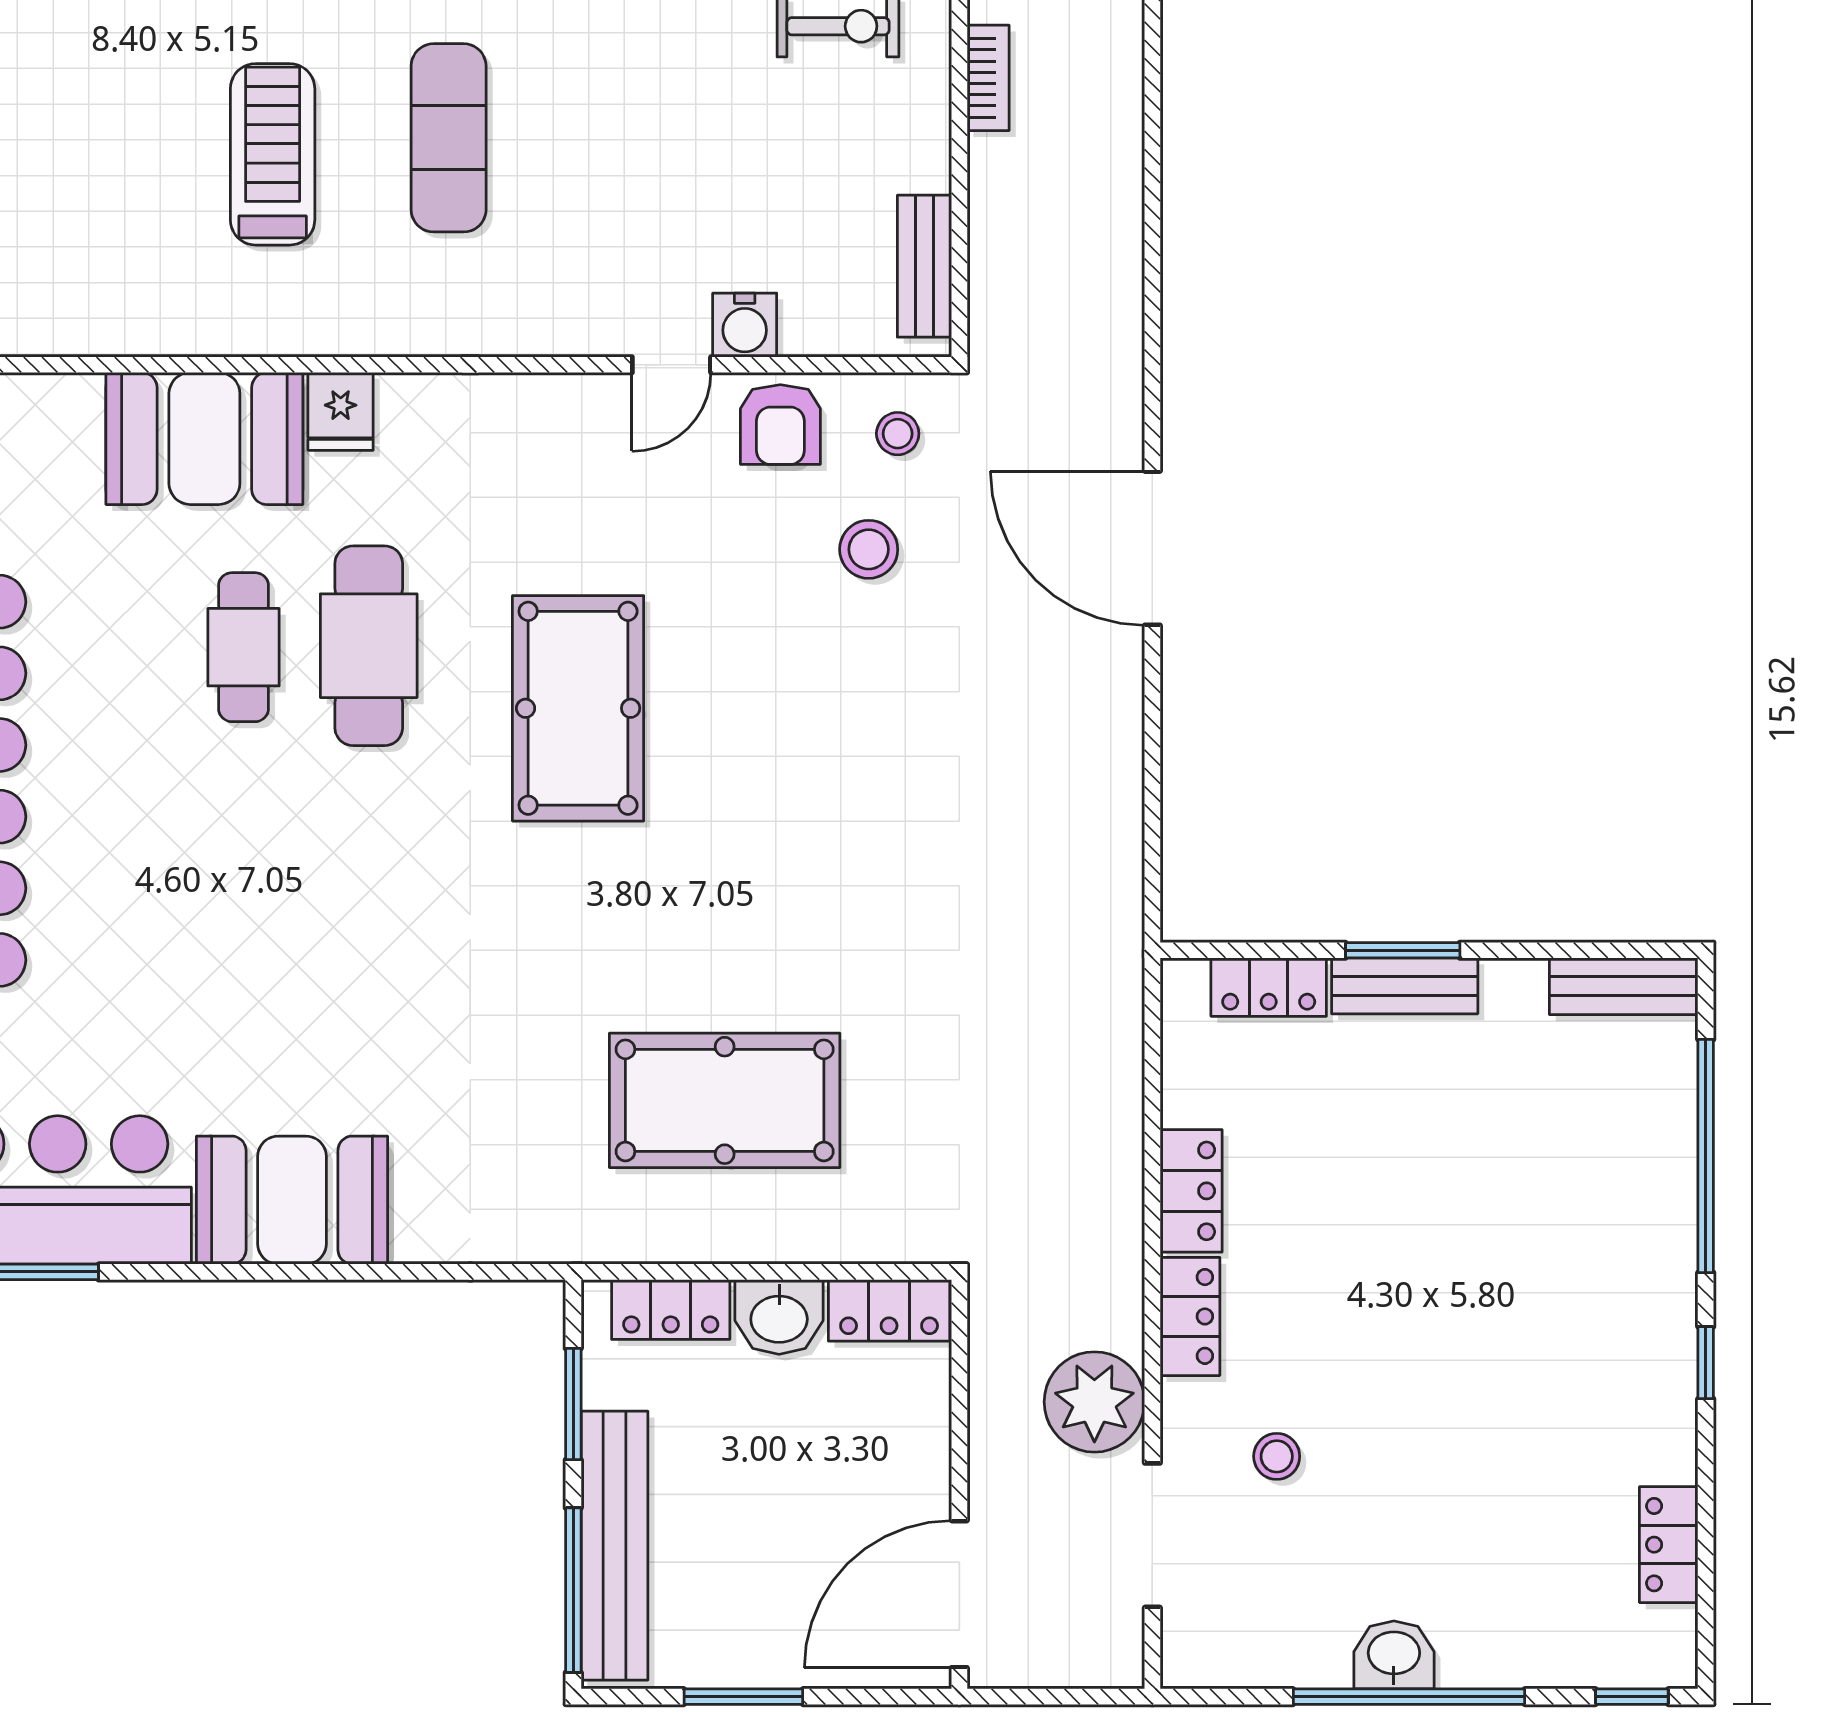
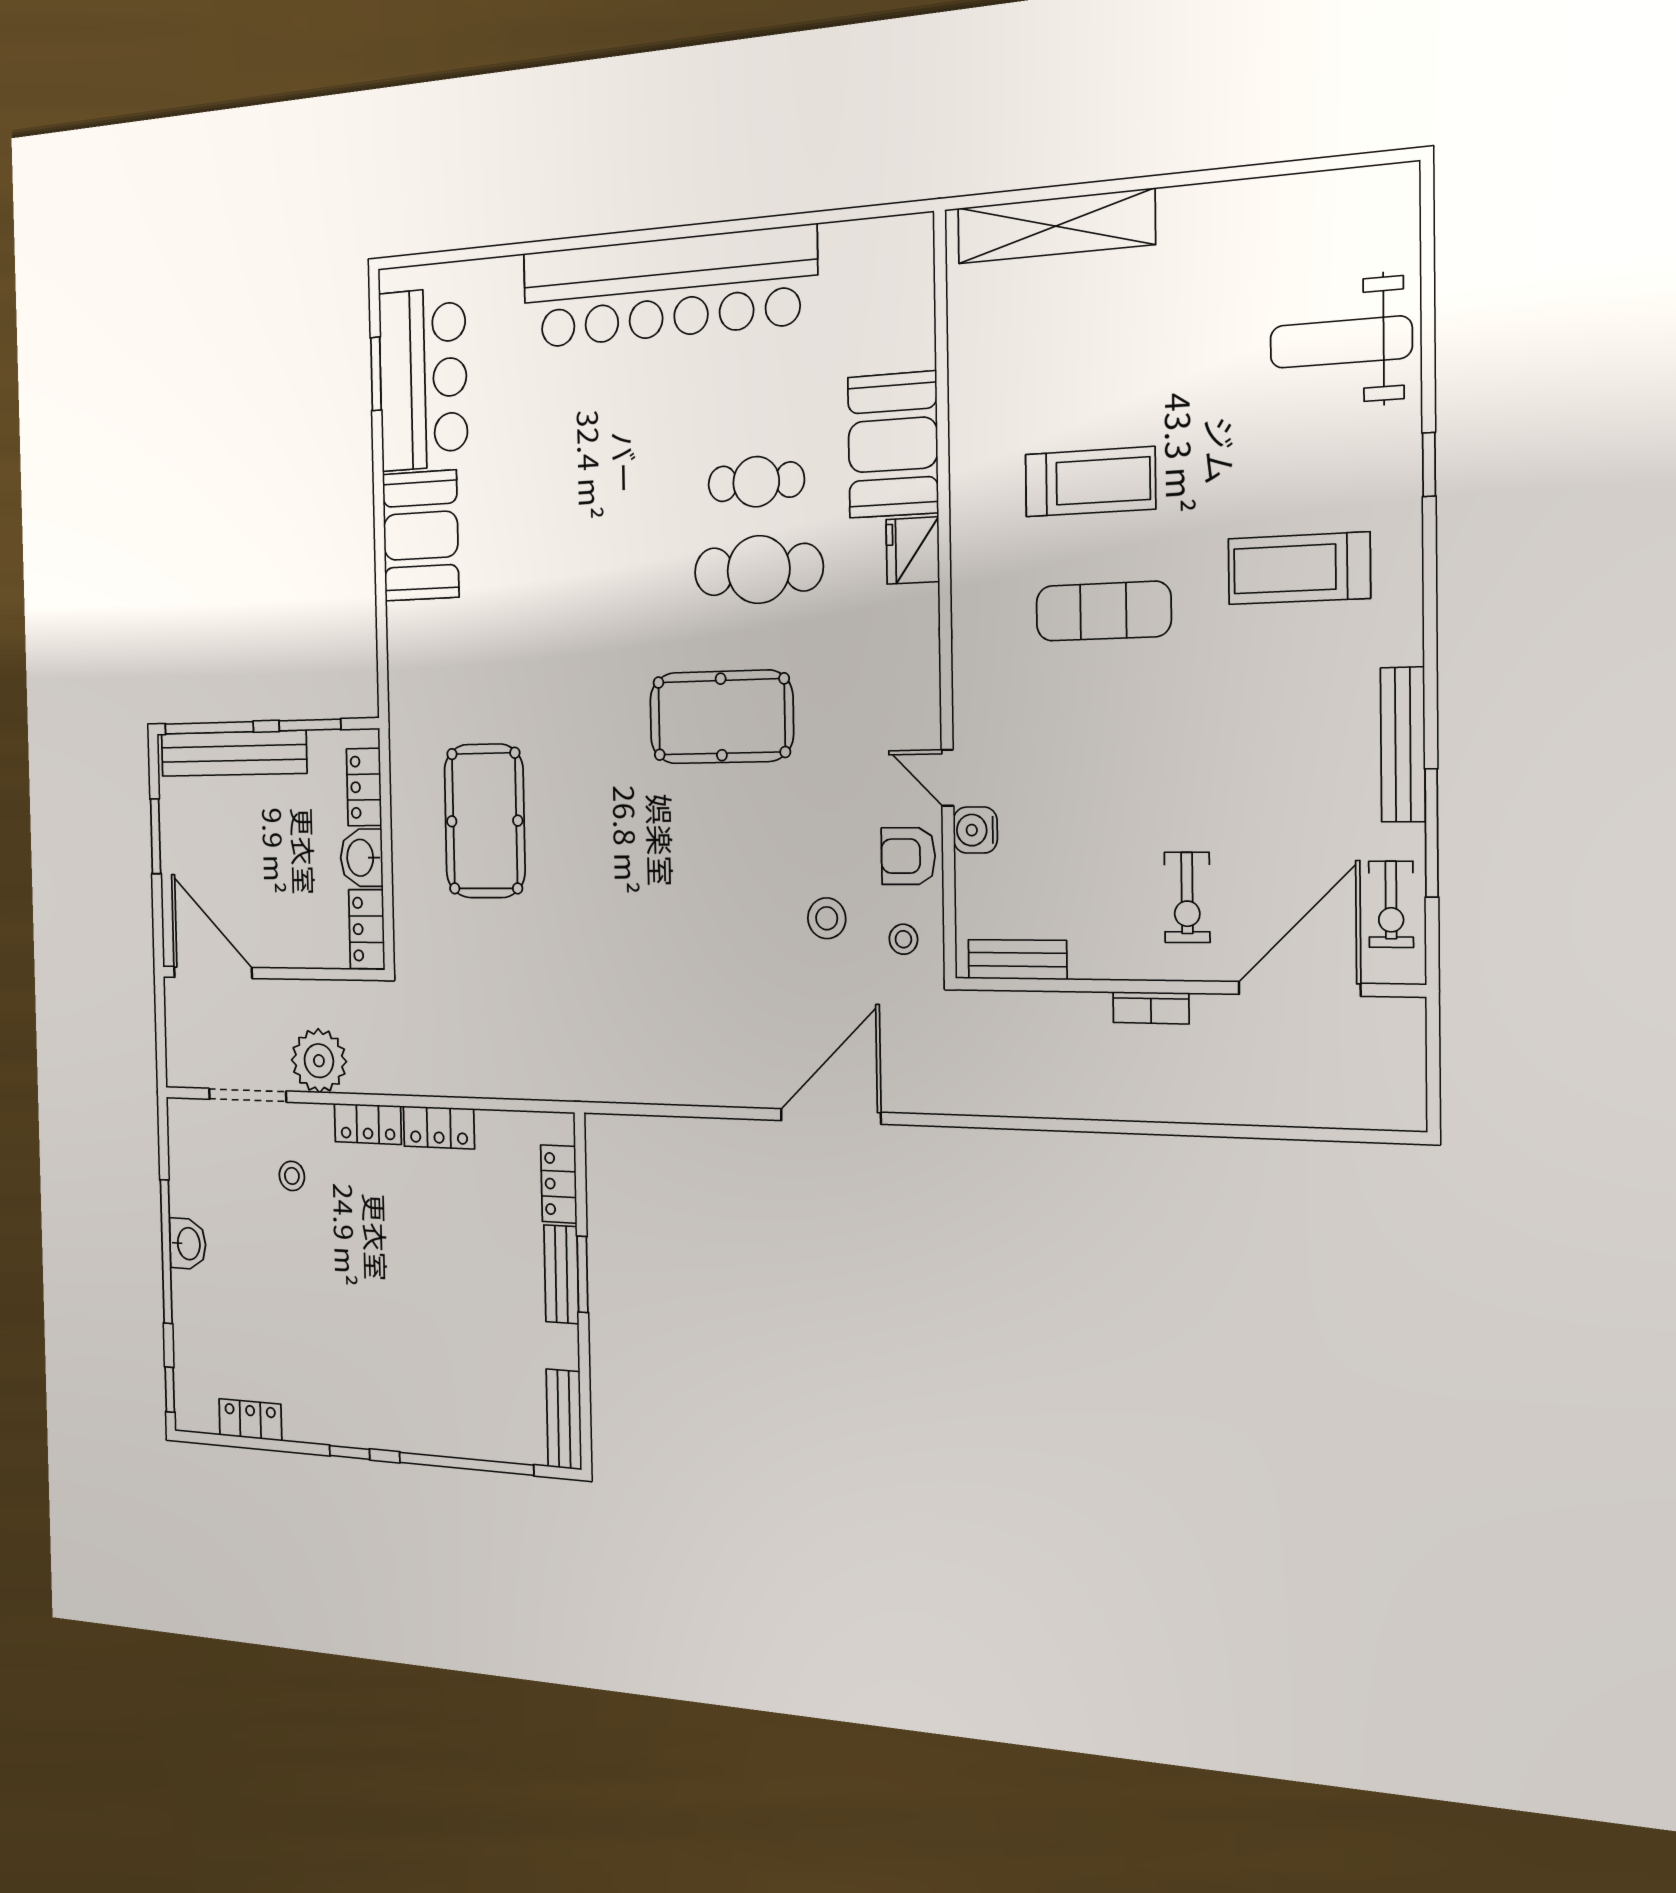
fridge: (341, 411) -> (913, 551), width x1.38

